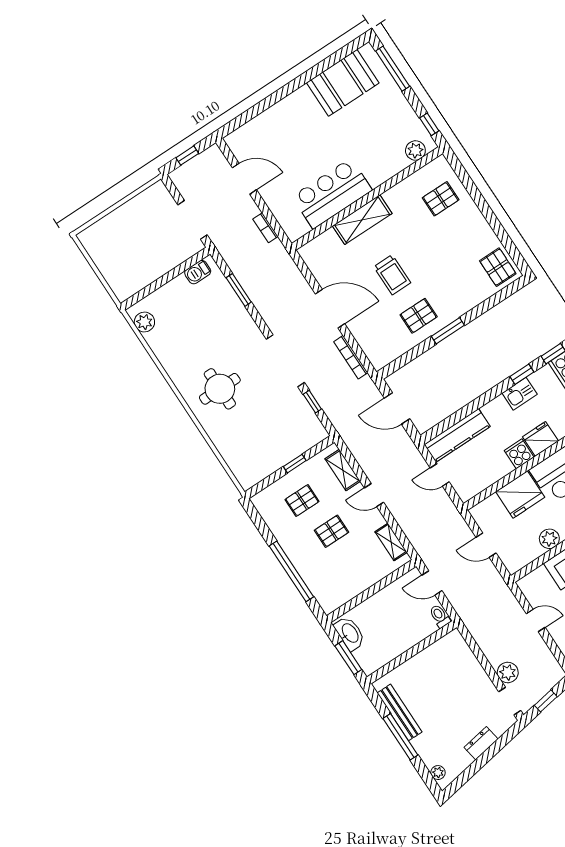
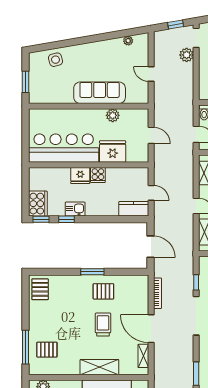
window: (469, 185) -> (25, 347), added
shelving: (318, 269) -> (143, 356), added
kitchen counter: (457, 435) -> (134, 209), width x0.67

